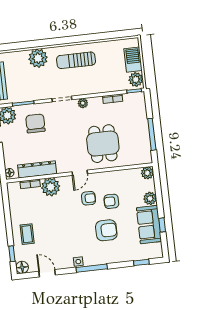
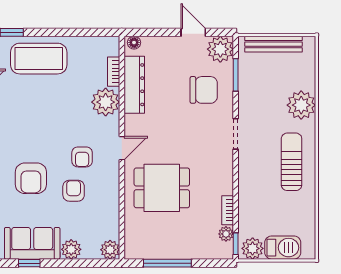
plant: (83, 103) -> (226, 234), moved
door: (80, 173) -> (122, 148), swing flipped
coffee table: (27, 234) -> (39, 59), width x1.86, depth x1.72

